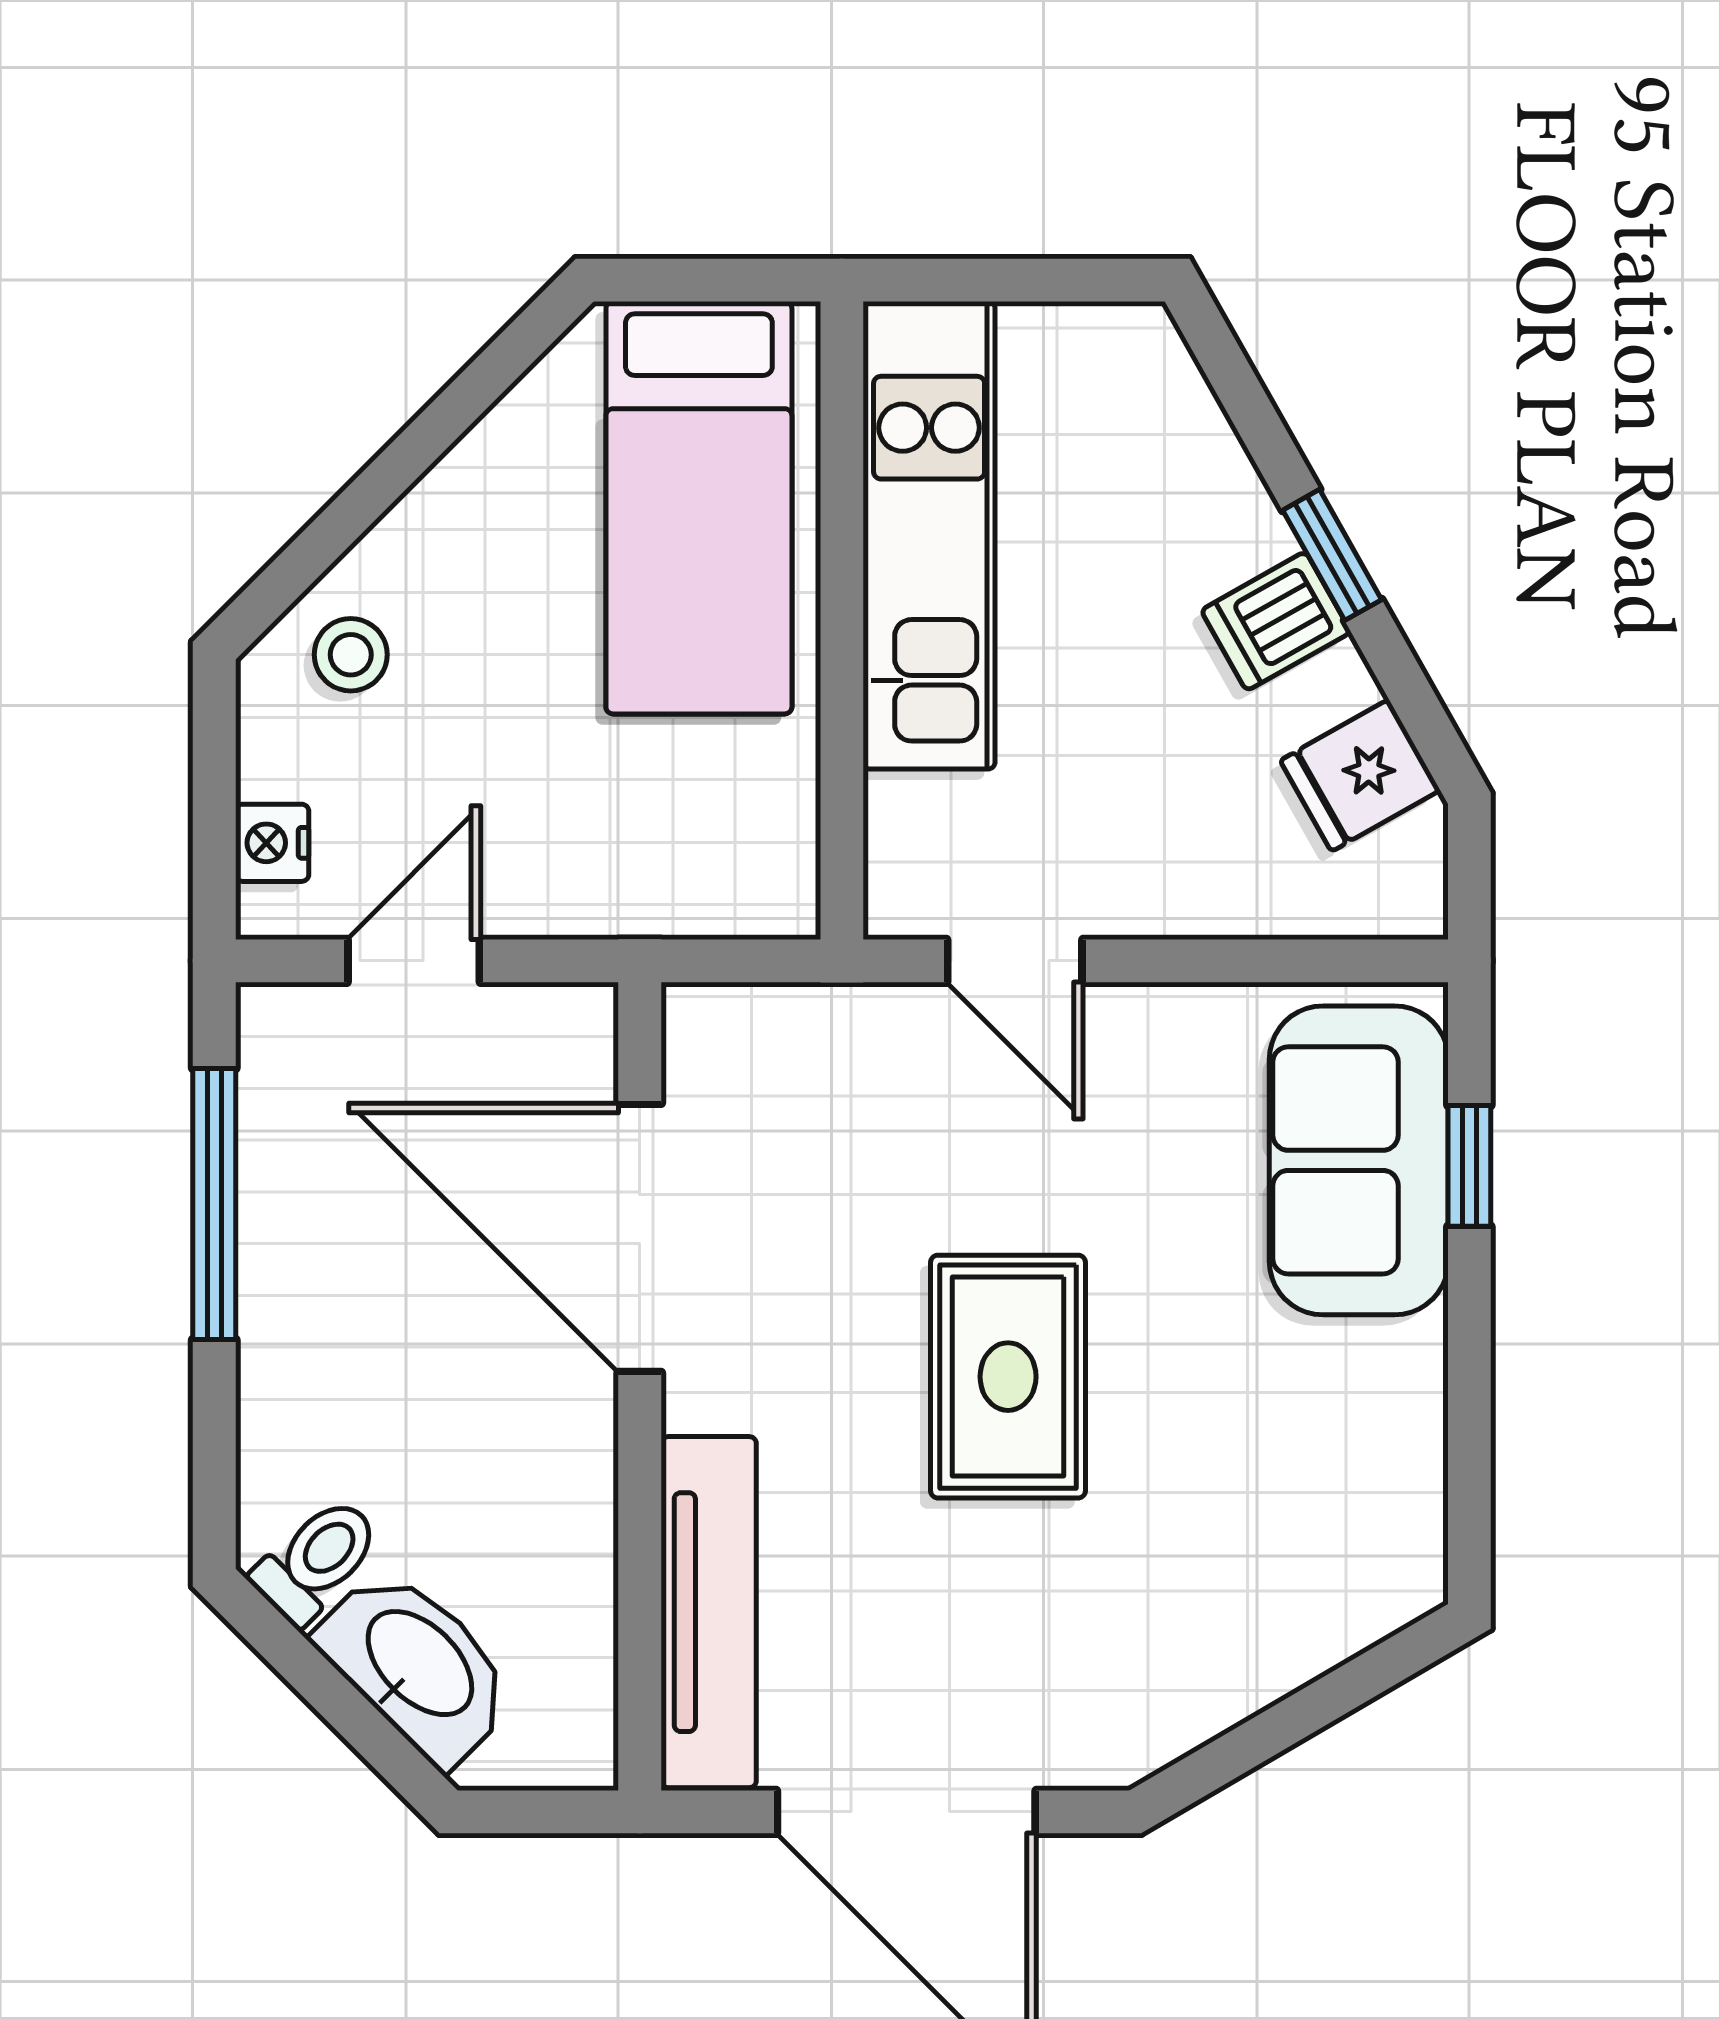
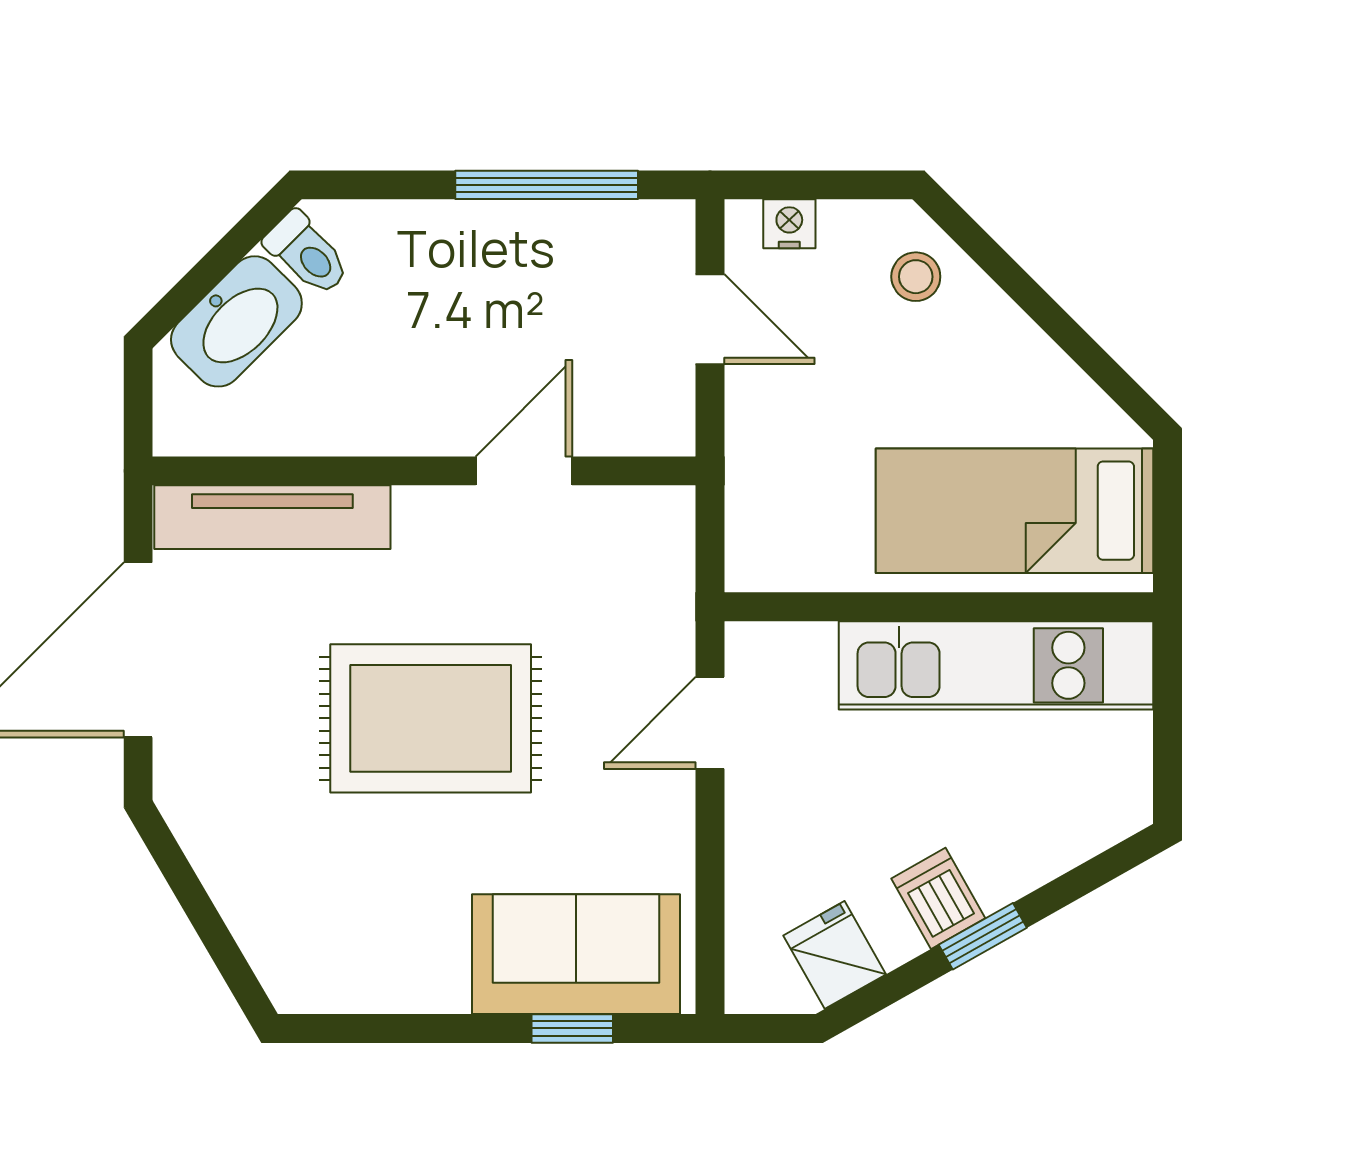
door: (640, 1238) -> (524, 471), width x0.53
rug: (1008, 1377) -> (431, 718), width x1.36, depth x1.43

